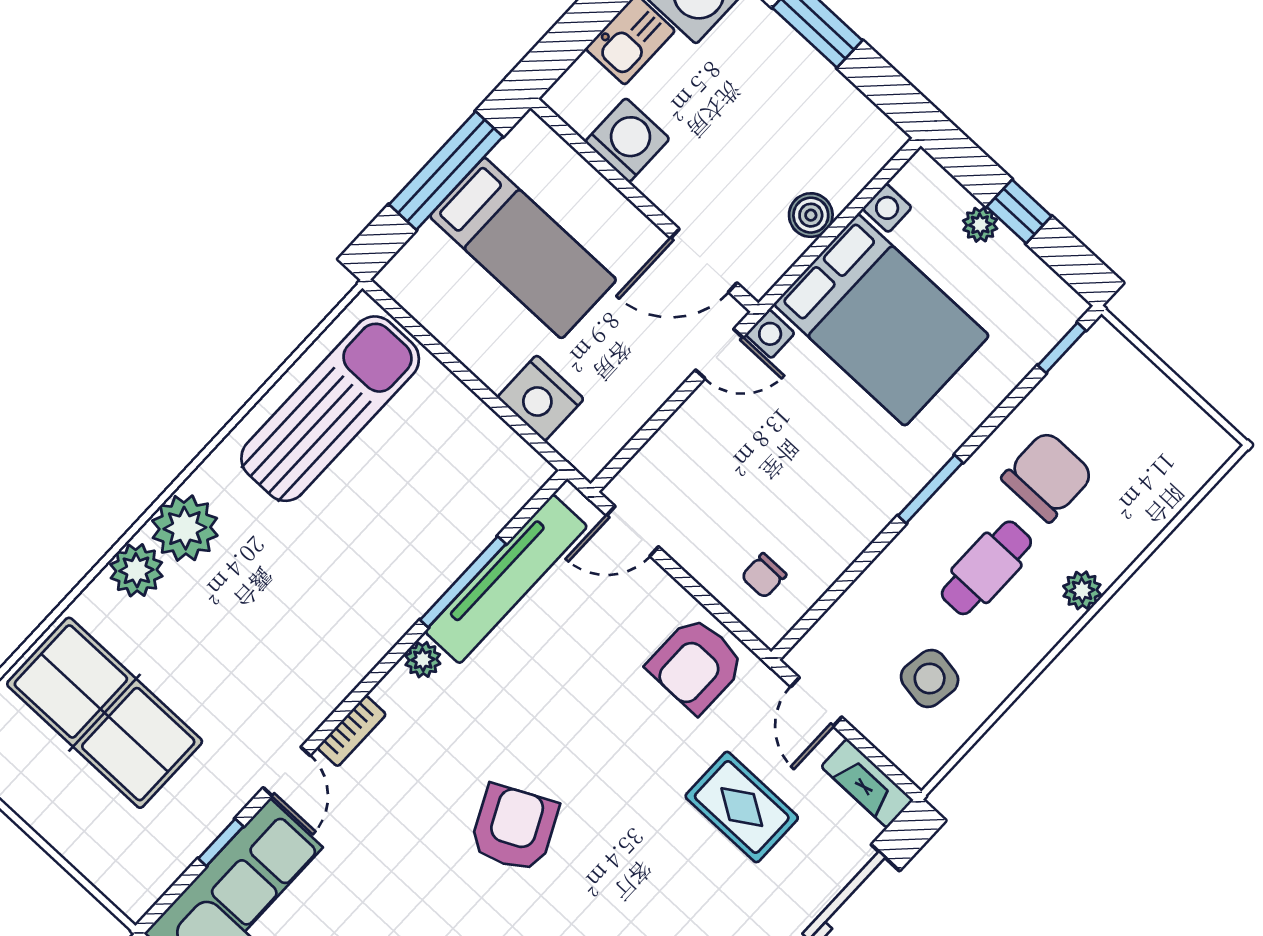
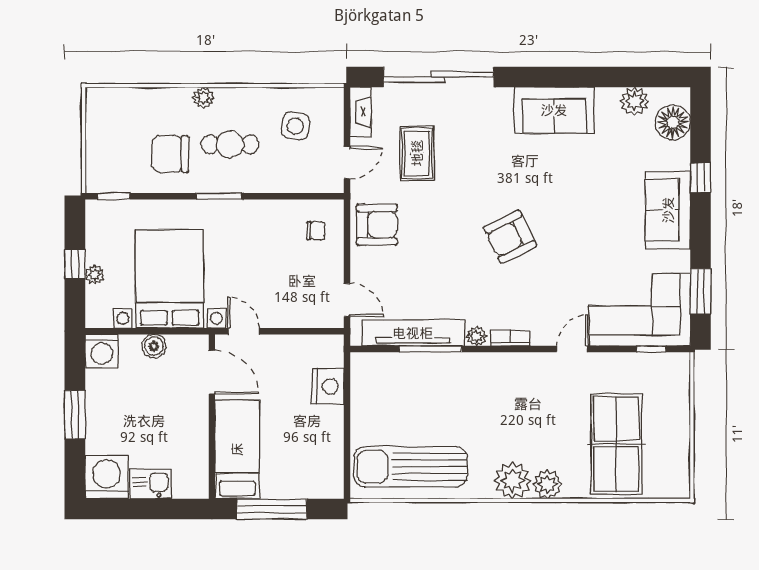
washing machine: (627, 140) -> (102, 351), moved, turned -90
bed: (523, 248) -> (237, 449), moved
bookcase: (352, 731) -> (510, 338), moved
window: (221, 842) -> (651, 349), moved

